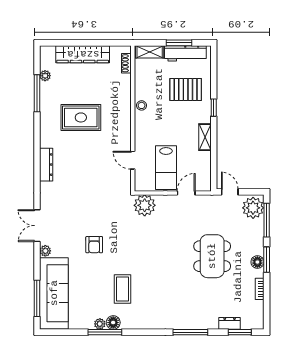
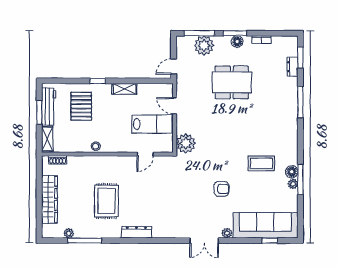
dresser: (46, 165) -> (136, 232), moved
plant: (253, 208) -> (204, 45), moved
window: (37, 298) -> (270, 241), width x0.46

